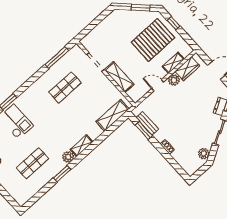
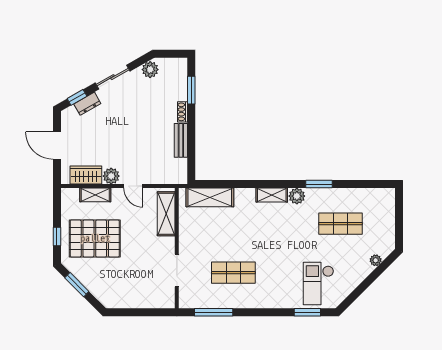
shelving: (119, 77) -> (166, 214), moved
bench: (147, 123) -> (181, 140), moved
window: (144, 130) -> (191, 90), moved

